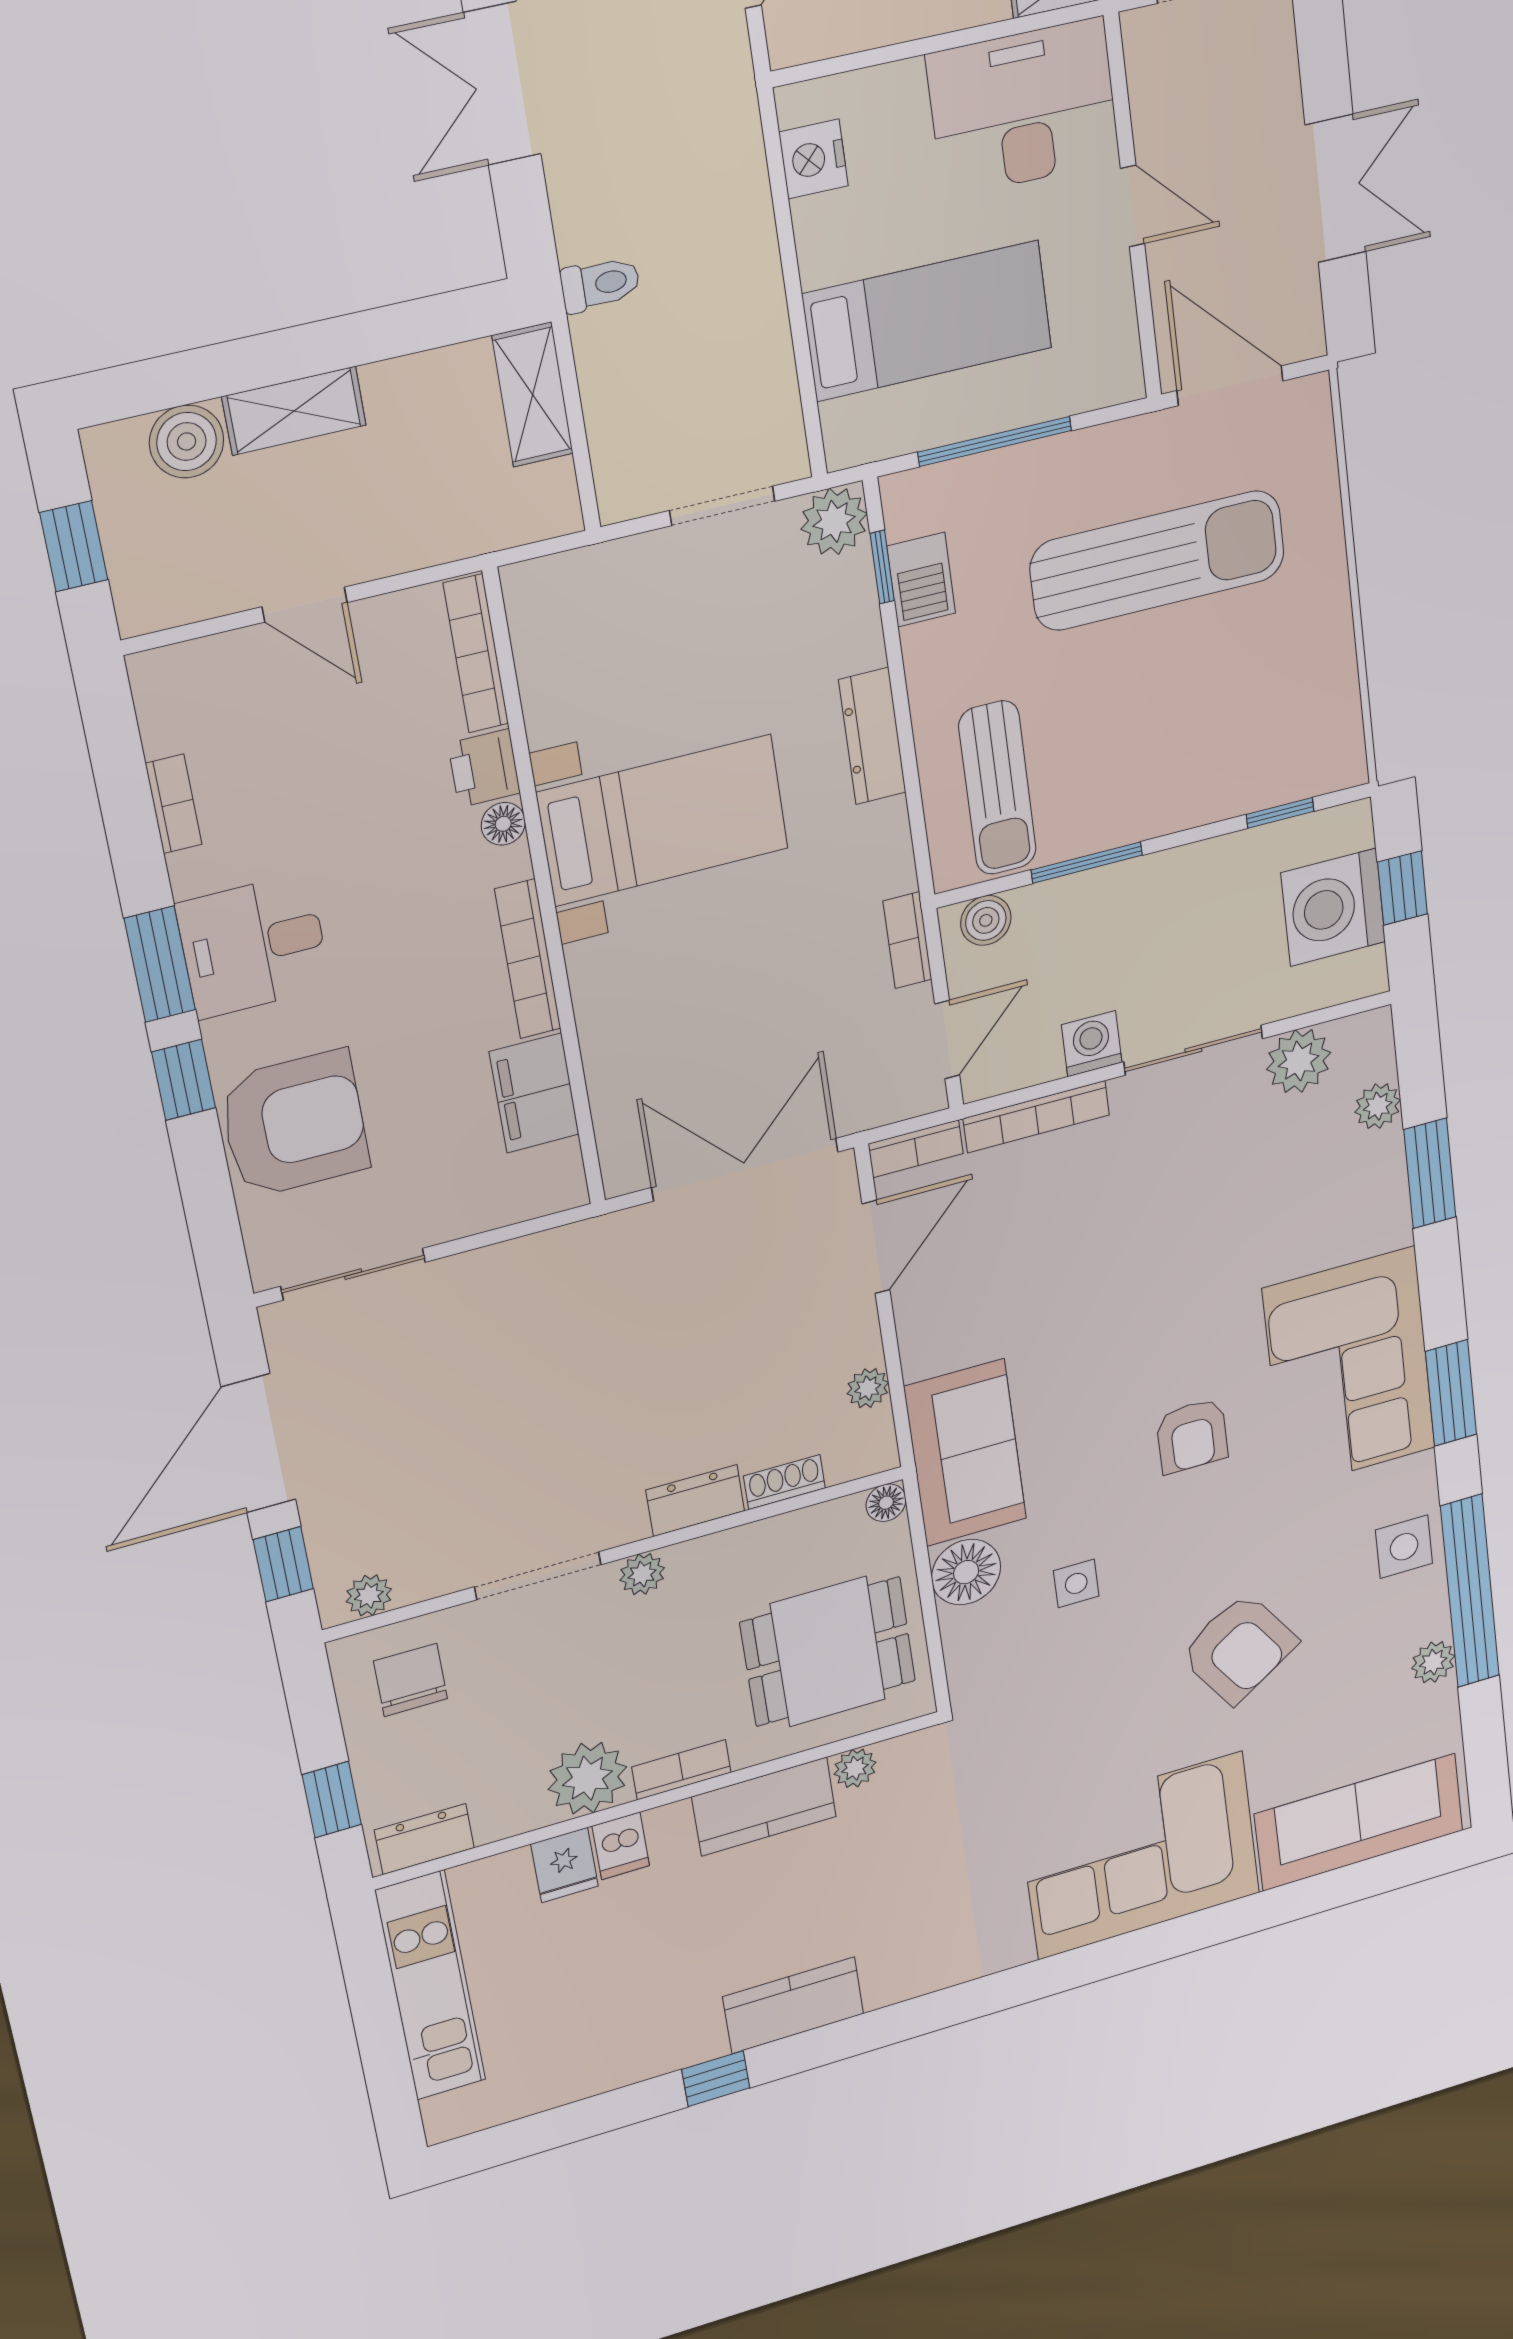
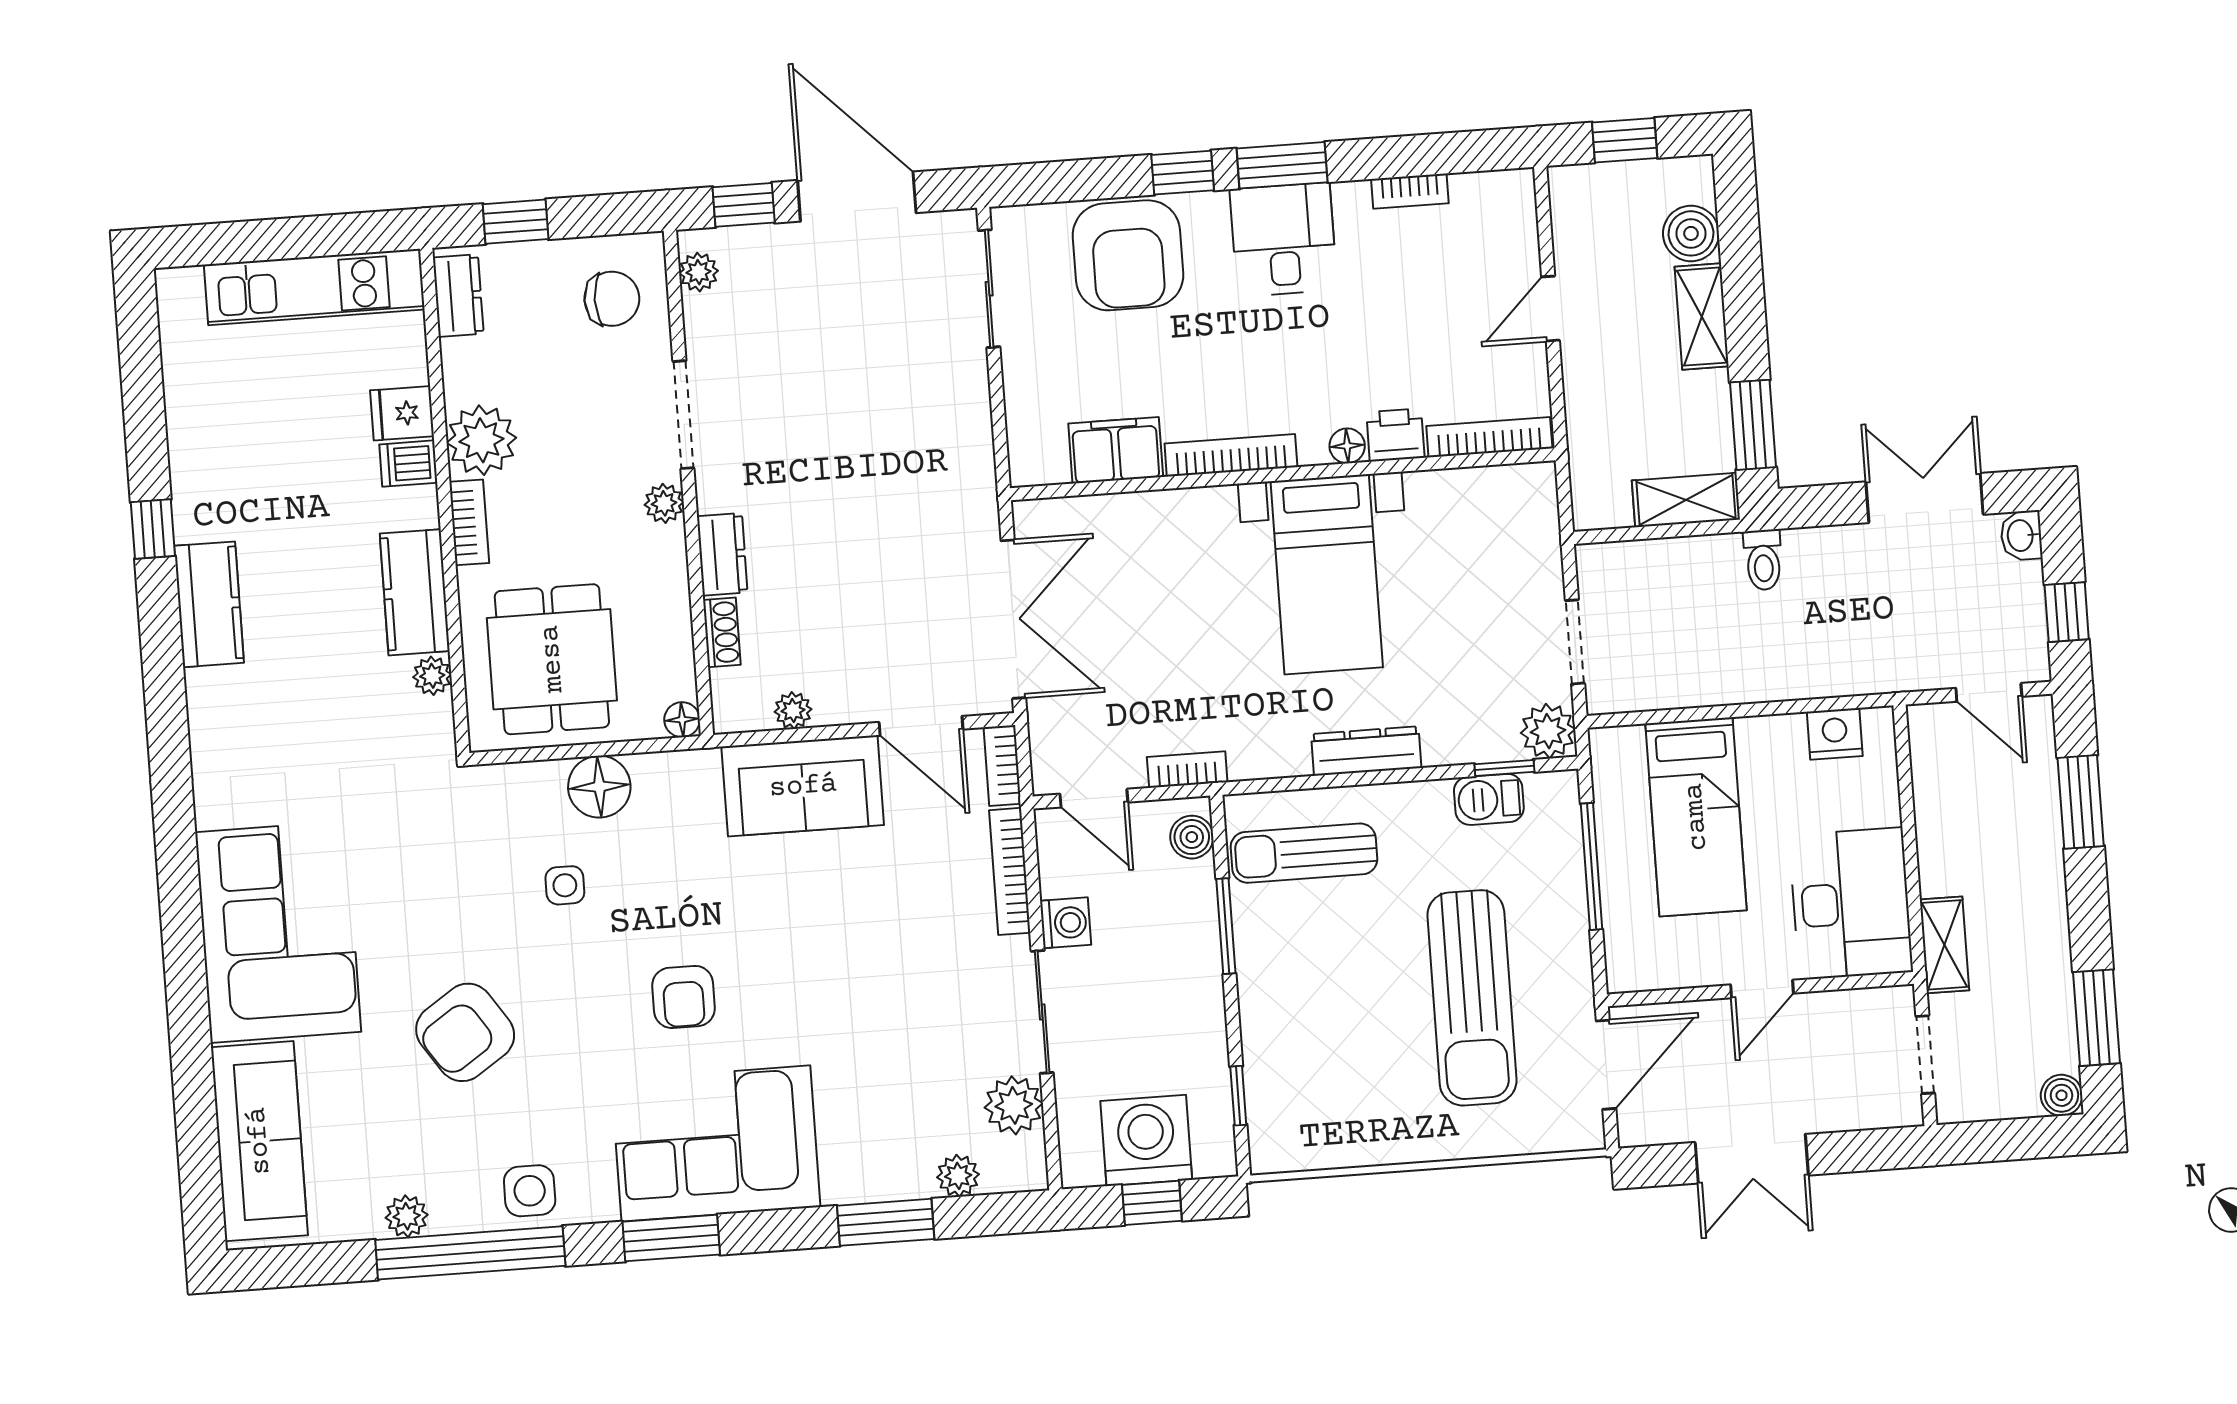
window: (428, 323) -> (1753, 425), added
armchair: (1192, 1436) -> (683, 997), turned -90
sofa: (965, 1453) -> (803, 786), moved

